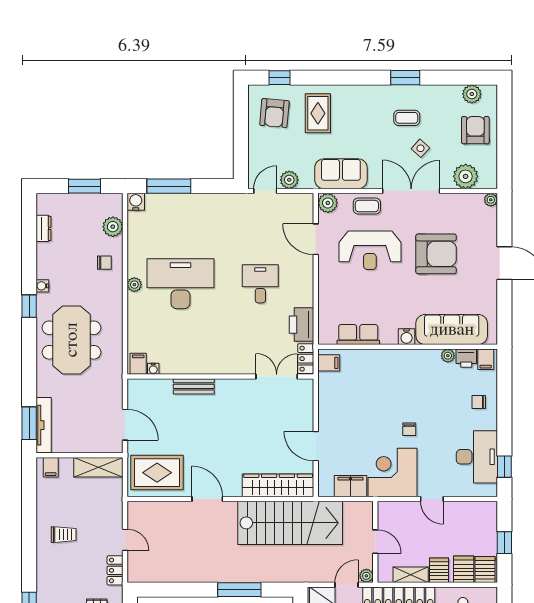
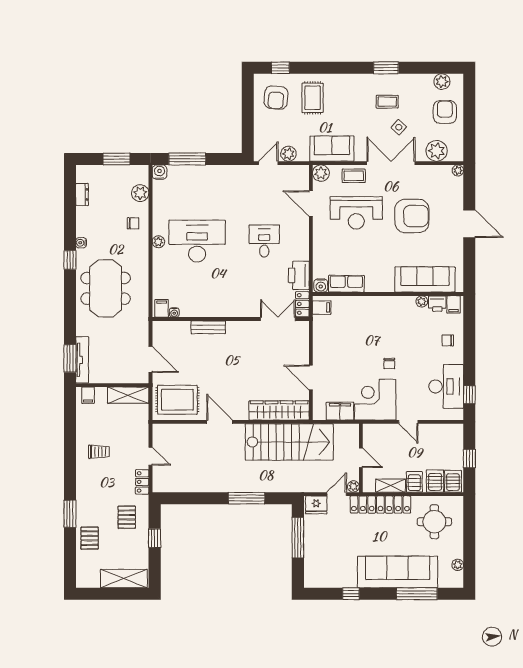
water cooler: (407, 337) -> (321, 285), moved

